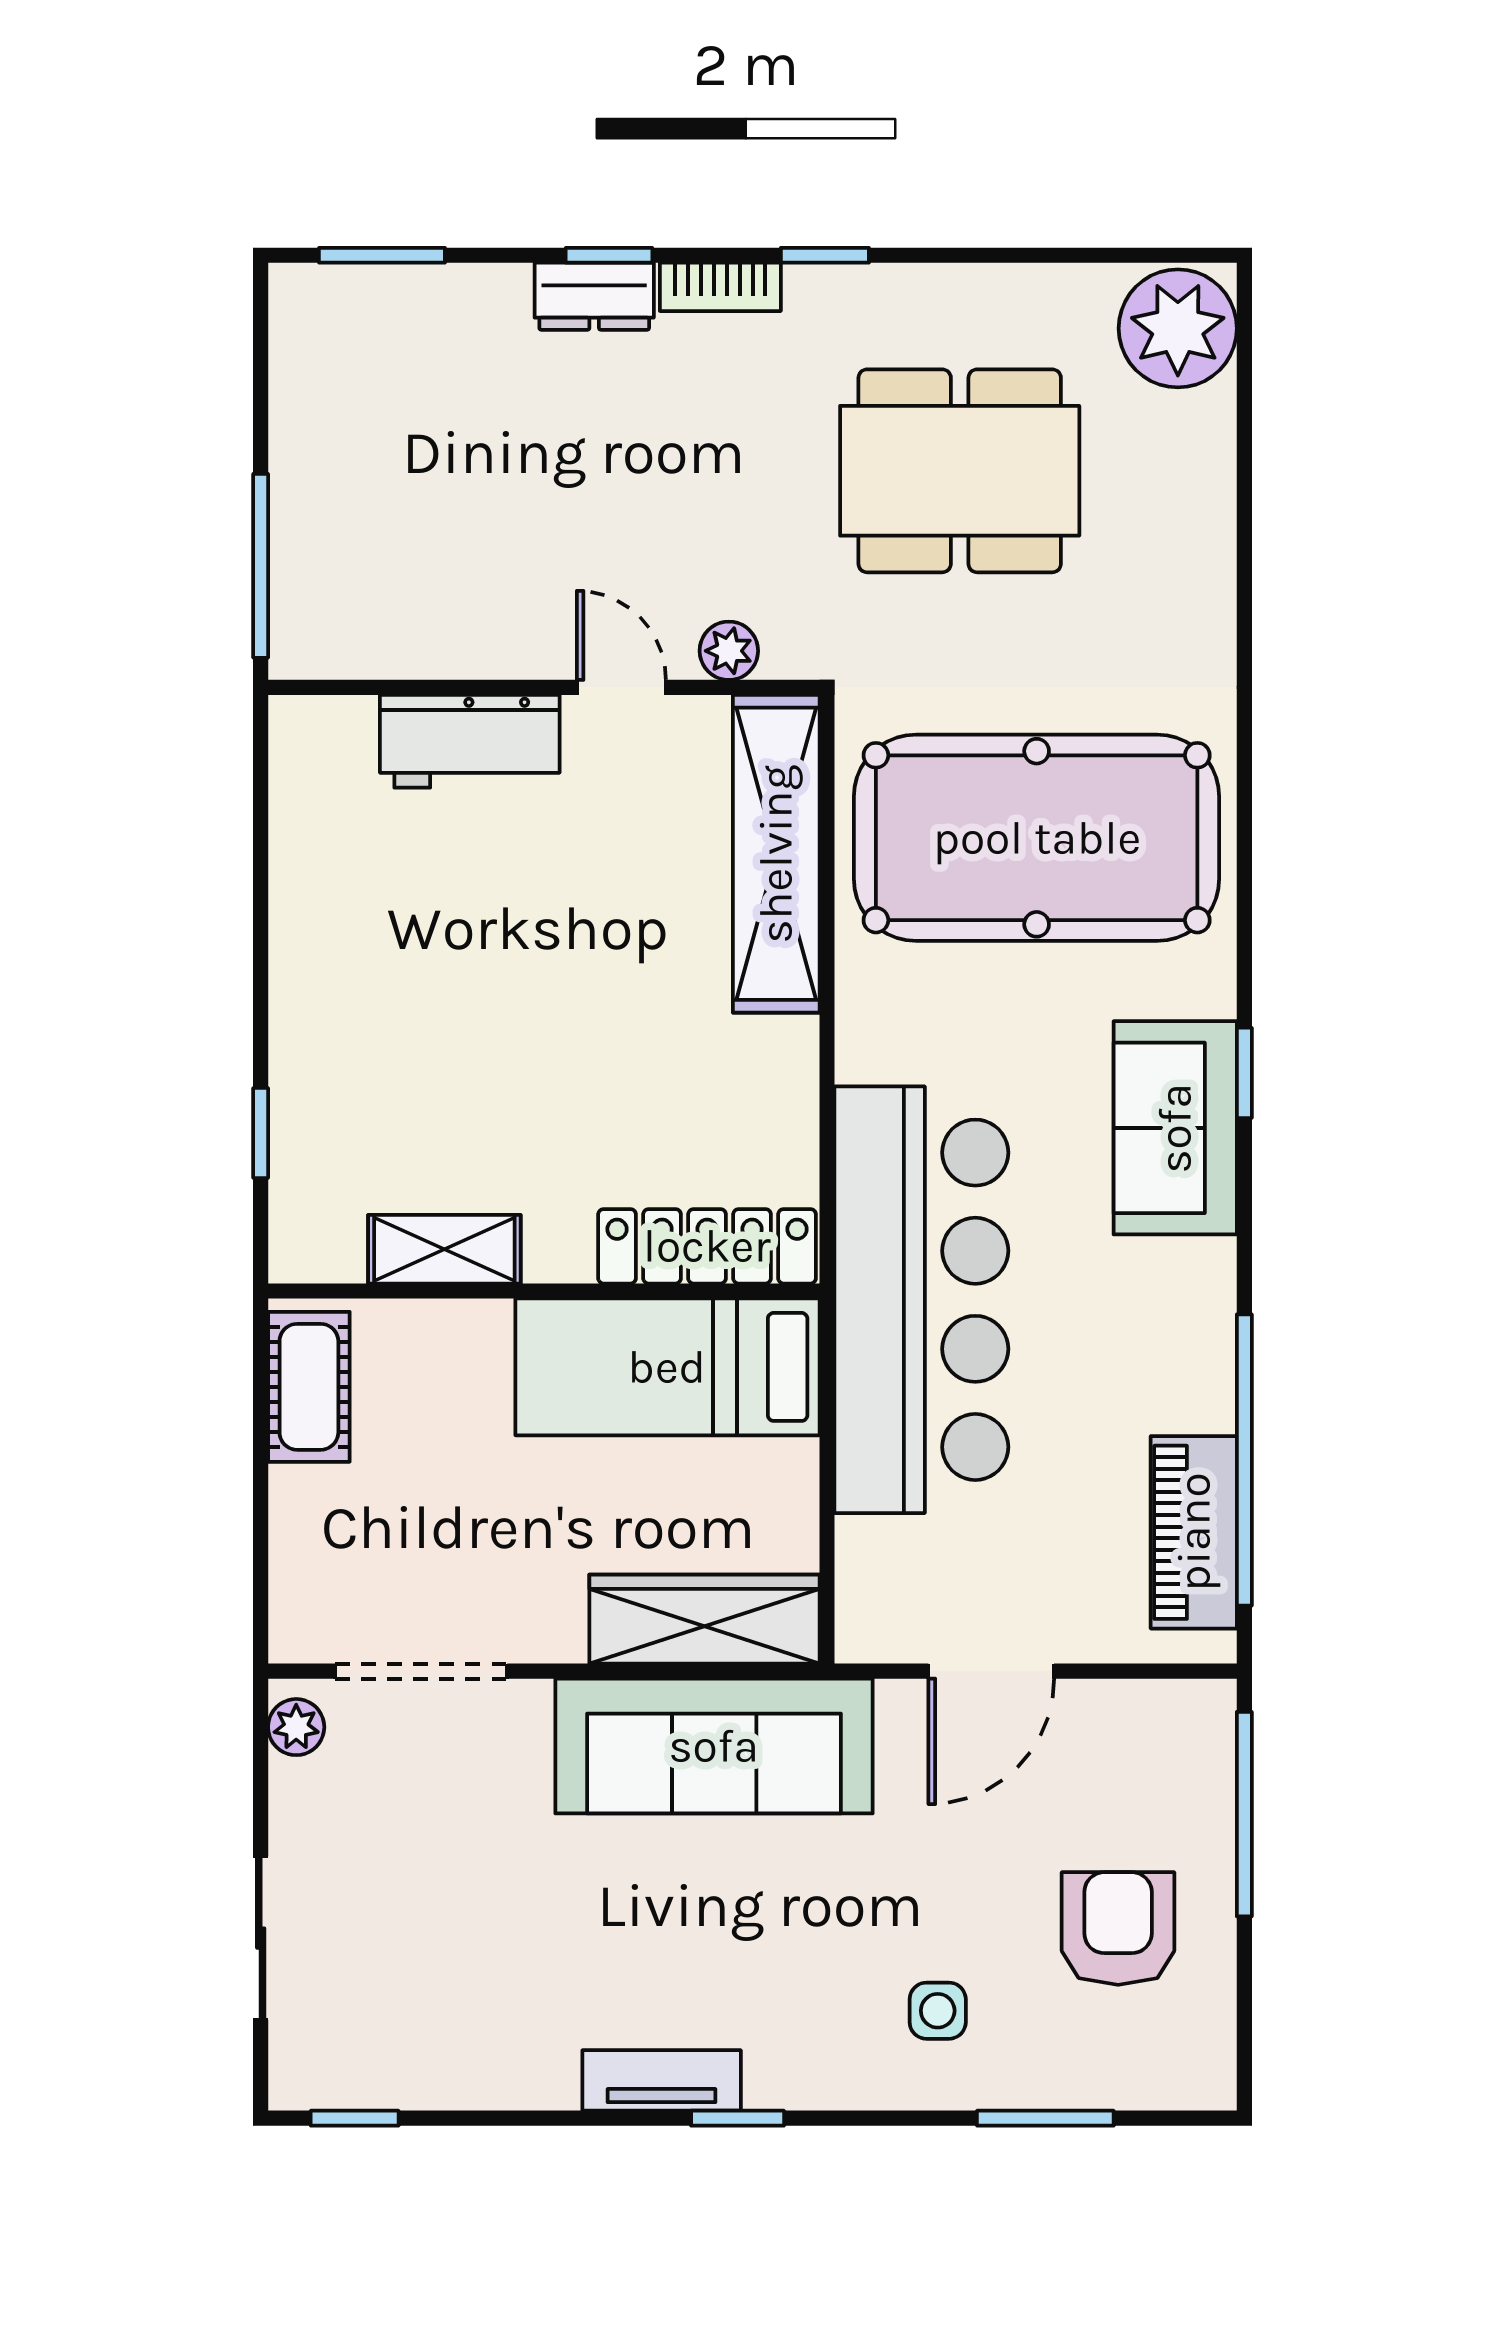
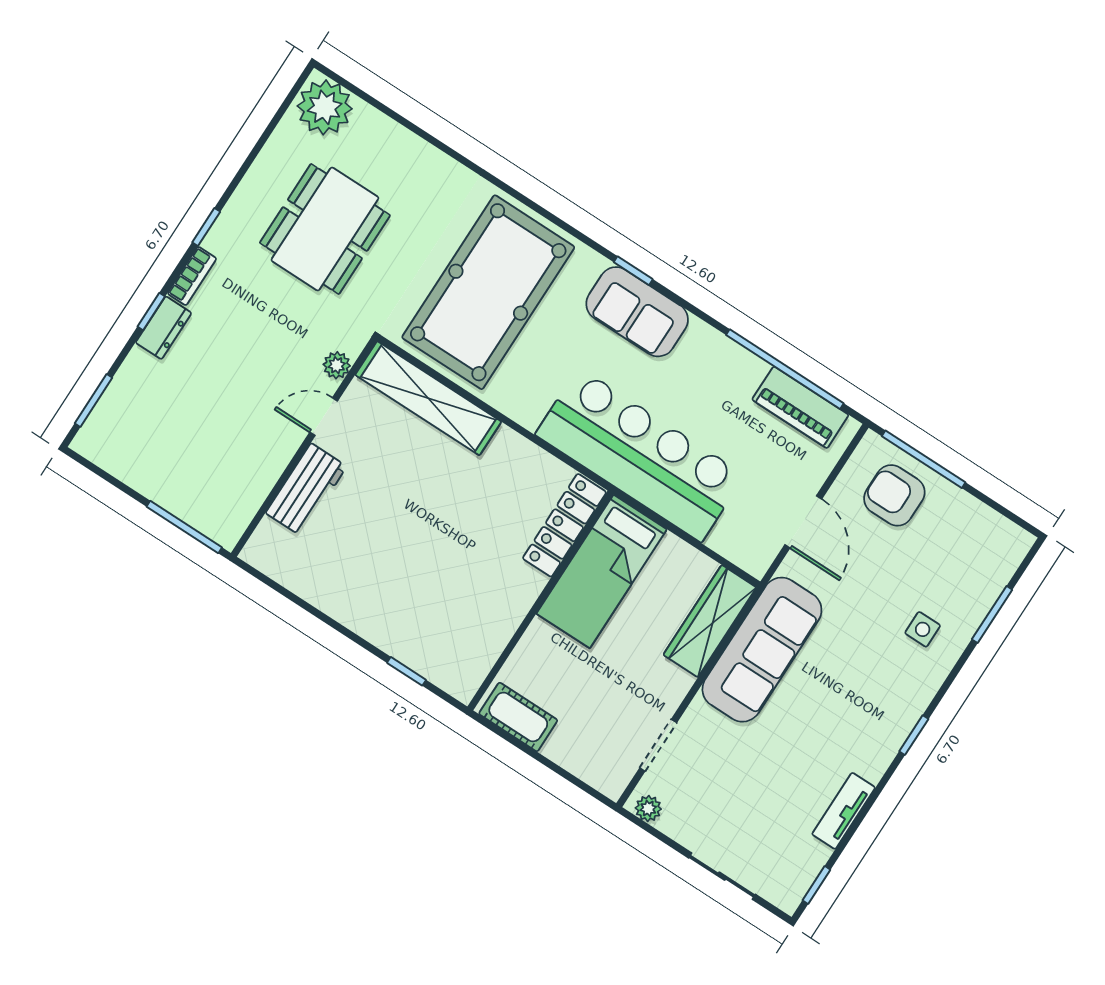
shelving: (444, 1249) -> (499, 629), removed
doorway: (421, 1671) -> (658, 745), width x0.73
armchair: (1118, 1928) -> (894, 495), moved
tv unit: (662, 2080) -> (844, 811), moved

